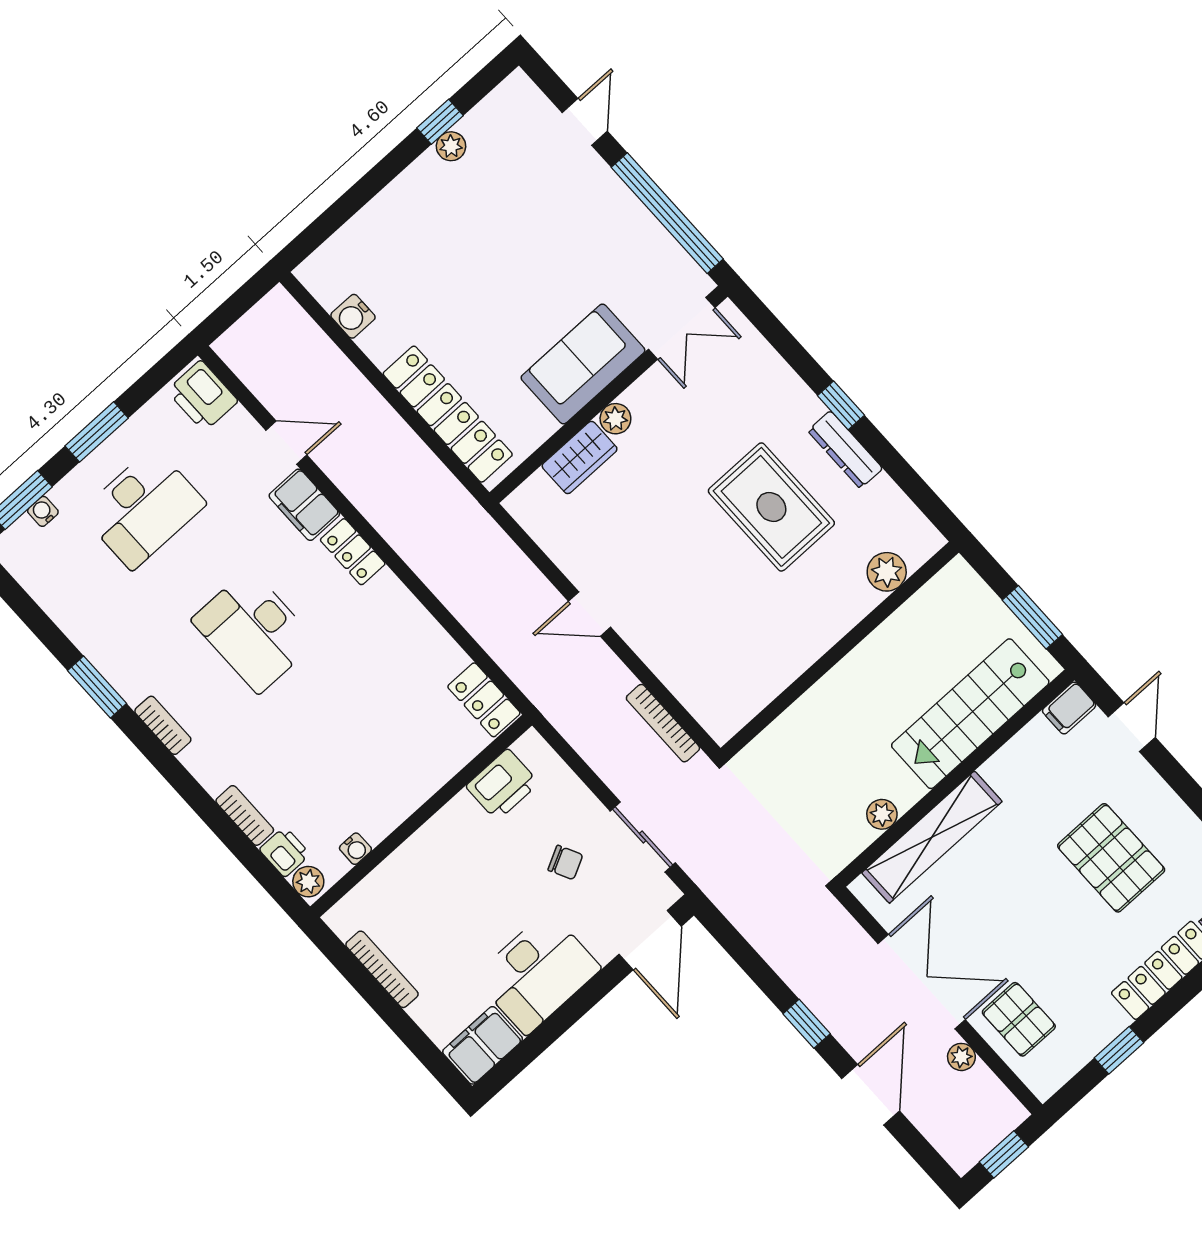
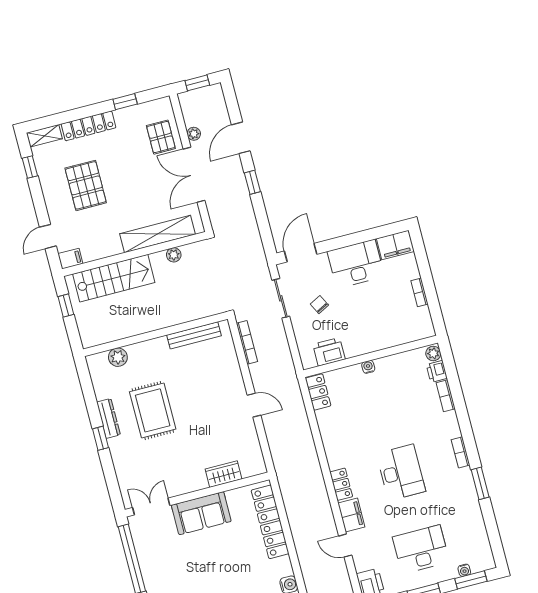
plant: (615, 419) -> (200, 483), removed
window: (1032, 617) -> (66, 305), width x0.67
bench: (767, 685) -> (194, 335), added
water cooler: (355, 849) -> (368, 367), moved
bookcase: (382, 969) -> (419, 292), width x0.64

